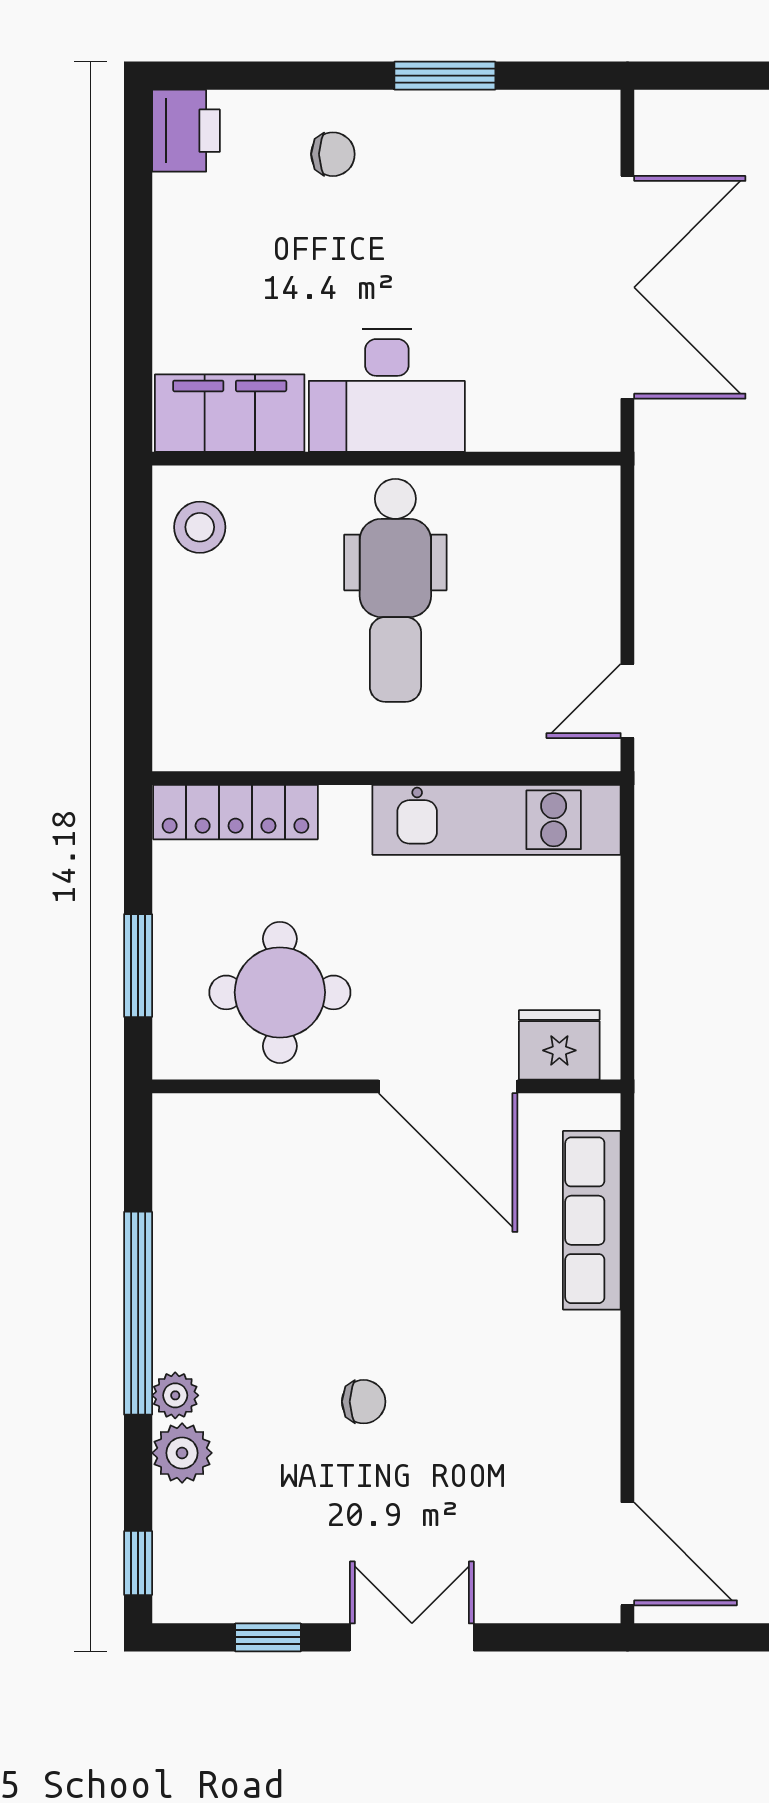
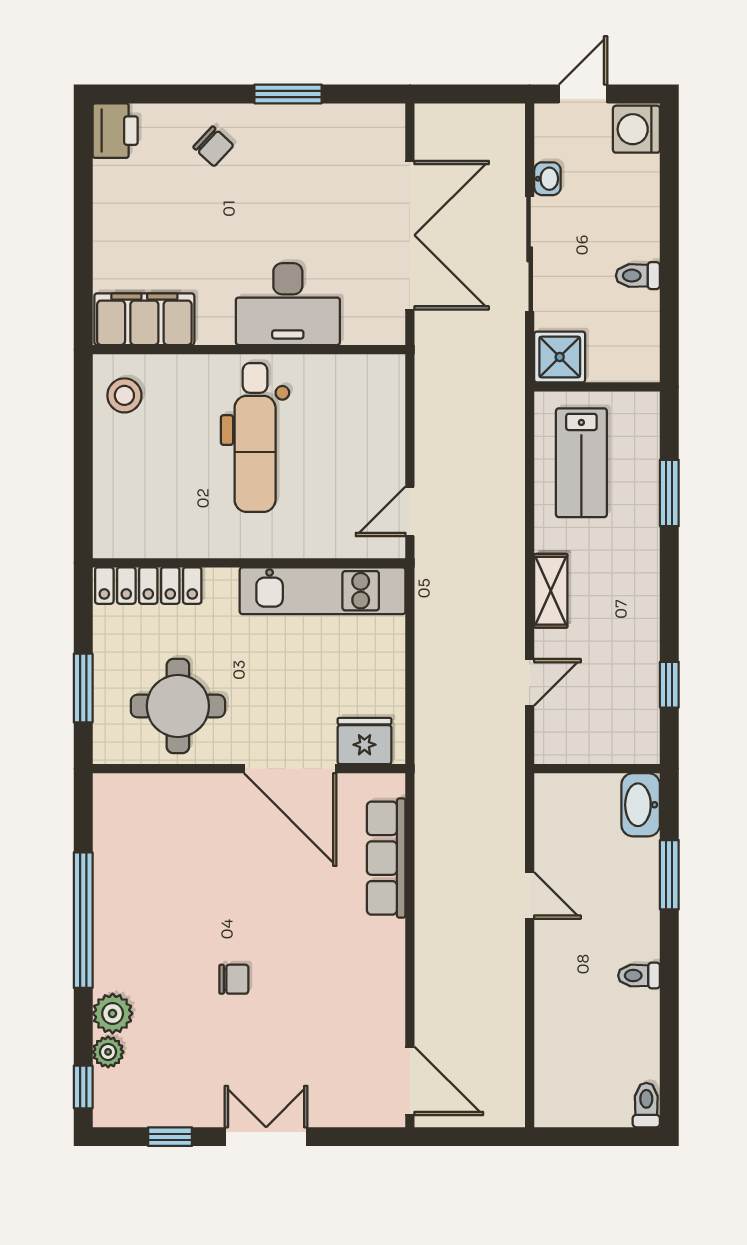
chair: (333, 154) -> (213, 146), turned 43
desk: (387, 391) -> (288, 304), moved
plant: (175, 1395) -> (108, 1052), moved

